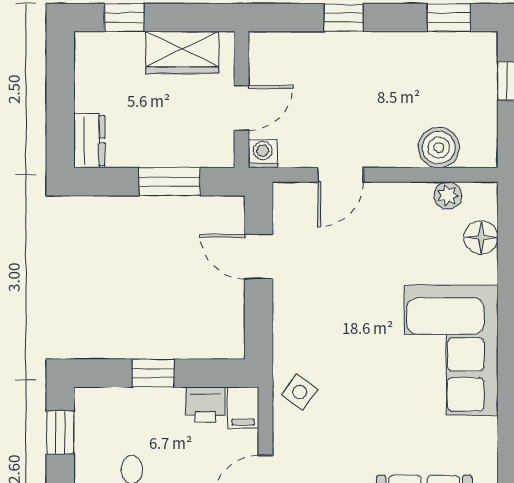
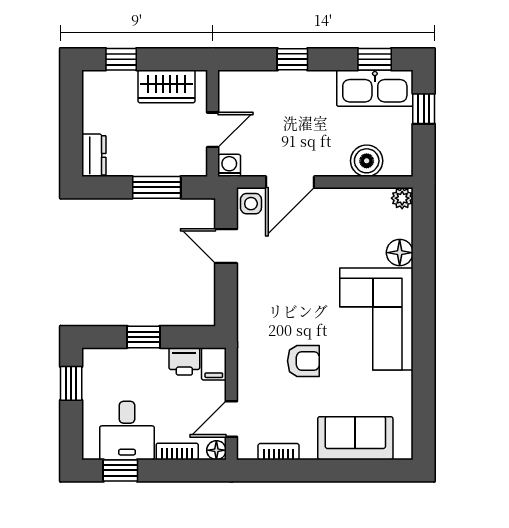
kitchen sink: (449, 55) -> (375, 88), added
door: (341, 175) -> (290, 182), width x1.38
plant: (448, 195) -> (402, 198), moved
floor lamp: (481, 237) -> (400, 253), moved
side table: (300, 392) -> (251, 204), moved, turned -36
armchair: (358, 404) -> (303, 361), added

